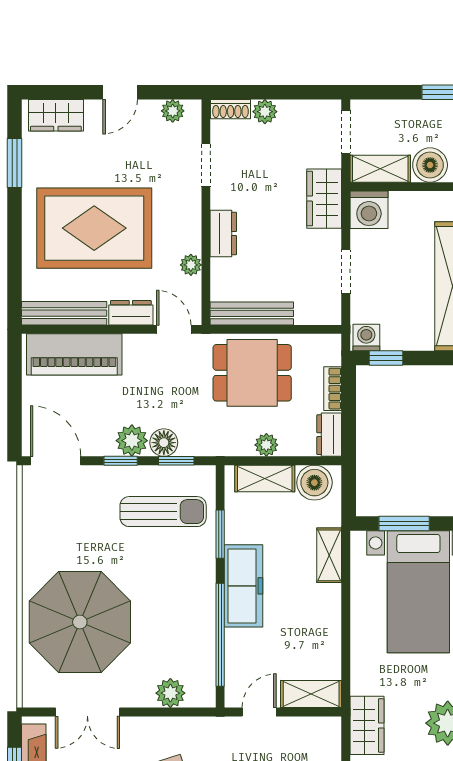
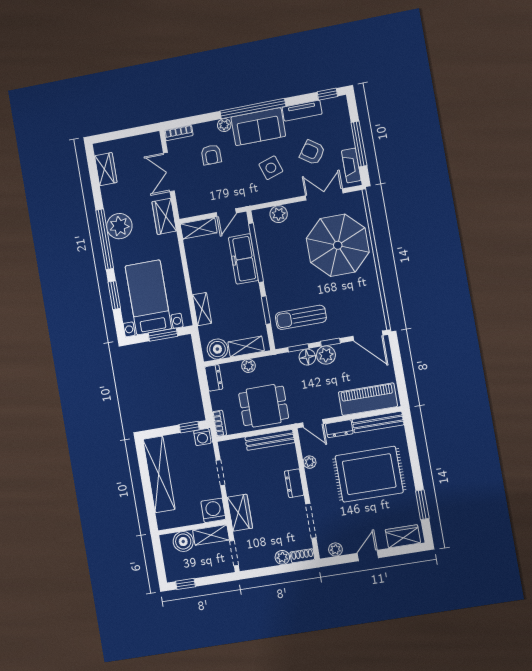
doorway: (206, 165) -> (311, 521), width x1.38
bookcase: (333, 389) -> (220, 423), moved
freezer: (244, 586) -> (243, 259), moved

